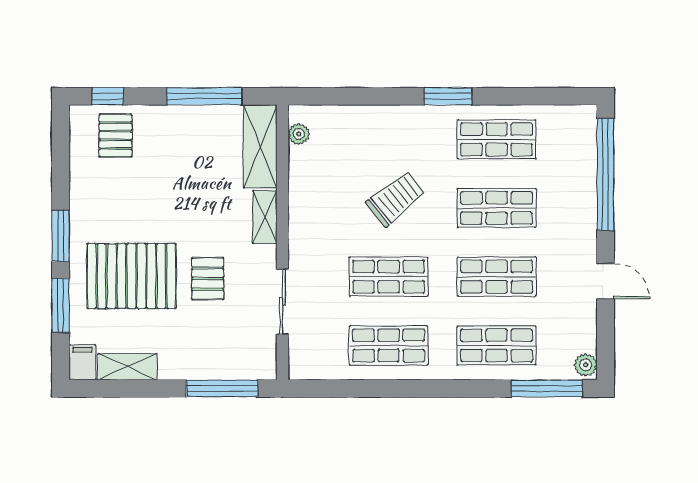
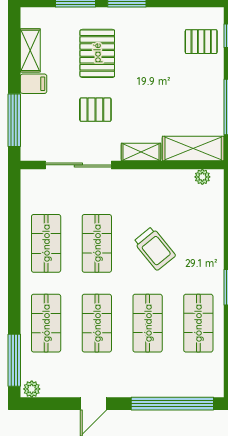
pallet: (131, 276) -> (97, 53), width x0.73, depth x0.71
sliding door: (282, 302) -> (78, 165), width x1.37
filing cabinet: (82, 362) -> (34, 84), moved

